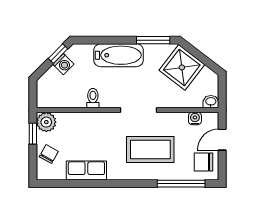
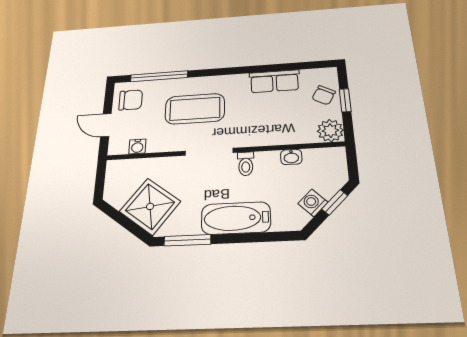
window: (58, 54) -> (335, 202), moved
toilet: (93, 98) -> (246, 164), moved
washbasin: (211, 102) -> (291, 157), moved
window: (33, 134) -> (345, 100), moved
door: (222, 140) -> (106, 125), swing flipped

